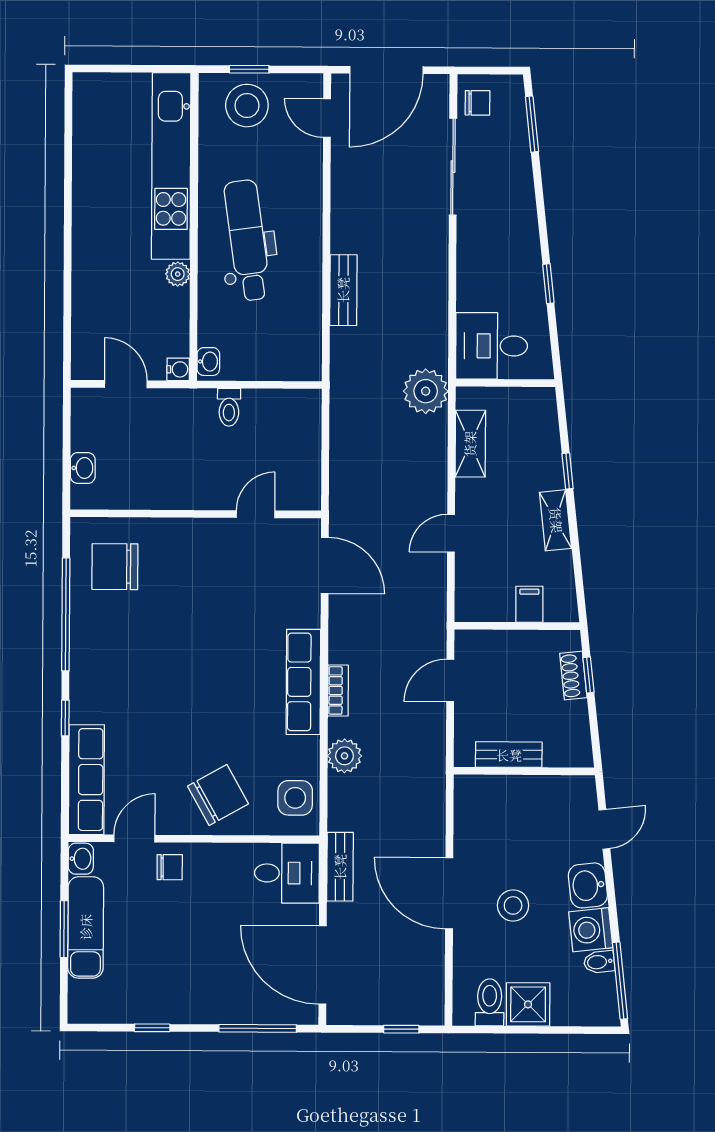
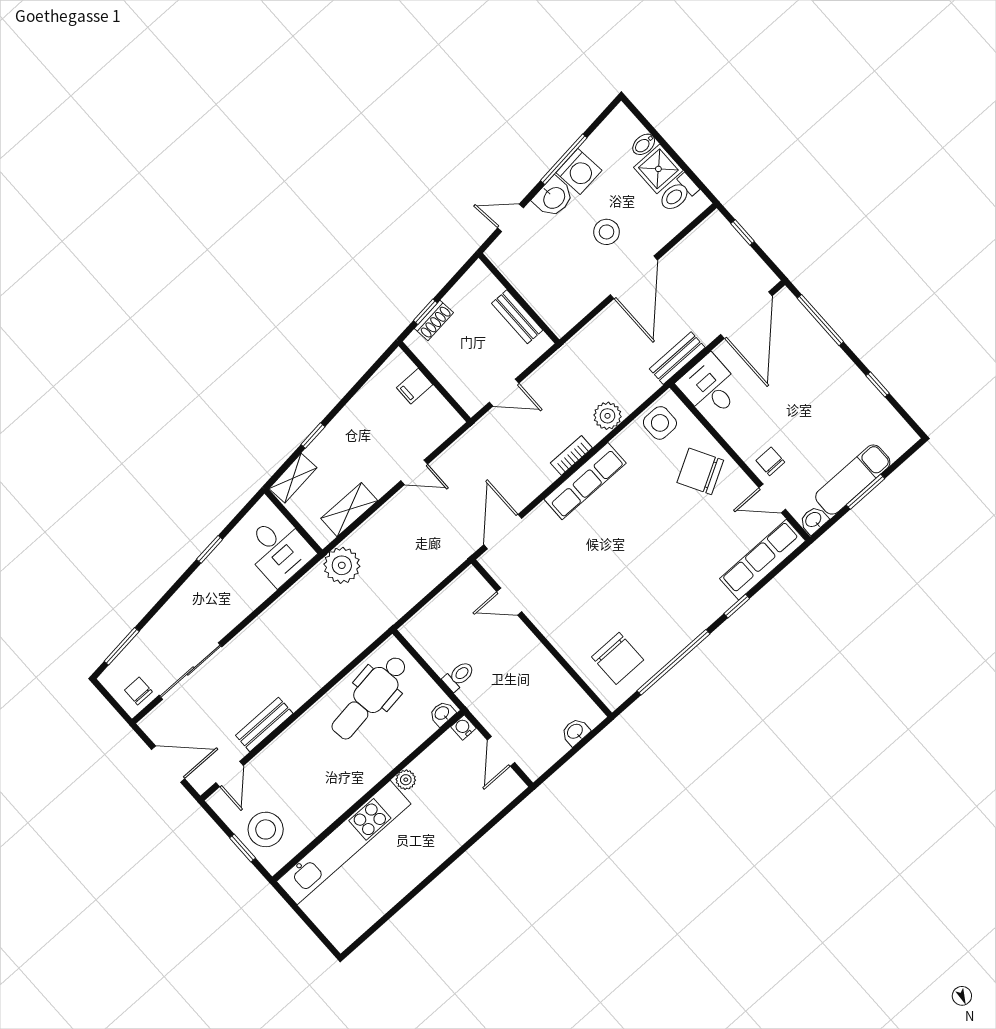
door: (386, 70) -> (168, 764), width x0.73
dental chair: (247, 240) -> (370, 697), moved
bench: (343, 290) -> (264, 724), moved
shelving: (556, 520) -> (293, 478), moved
bidet: (599, 962) -> (644, 144), moved, turned 96
window: (620, 981) -> (564, 159), moved

